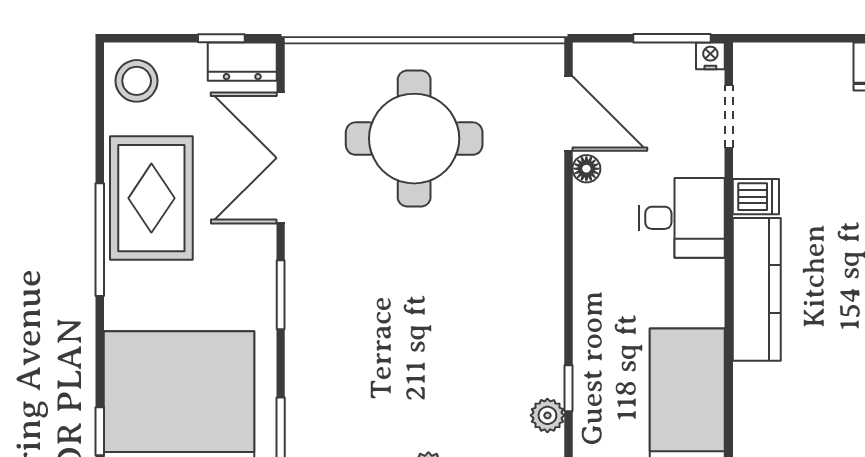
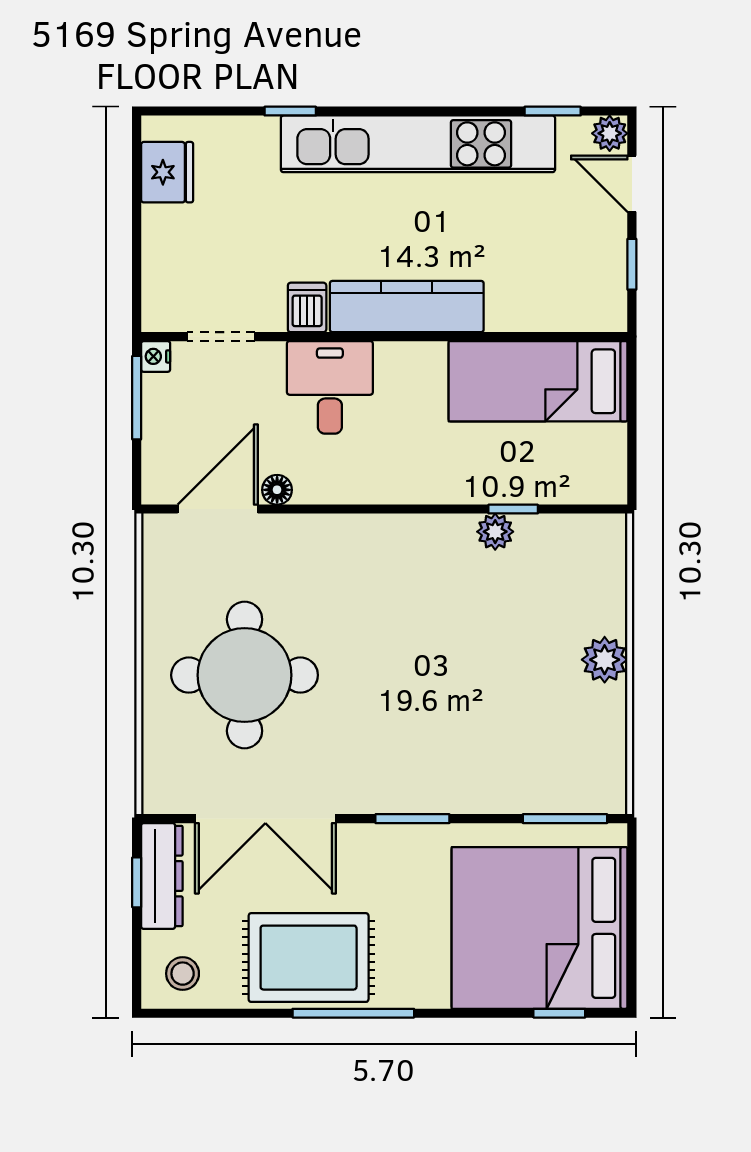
dresser: (242, 62) -> (162, 876), width x1.44
stool: (137, 81) -> (183, 974), width x0.73, depth x0.73
plant: (547, 415) -> (495, 532), moved

